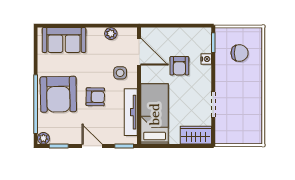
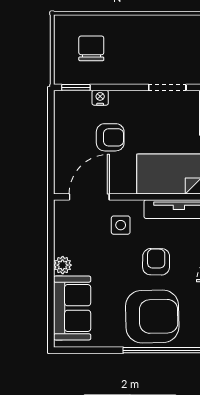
plant: (111, 34) -> (63, 265), moved

